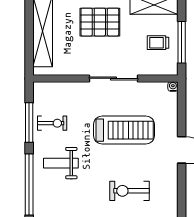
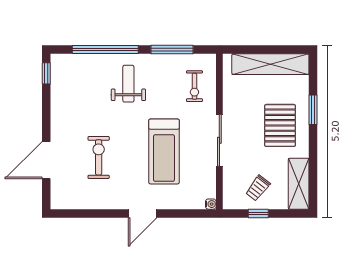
window: (182, 42) -> (258, 213), width x0.46
trolley: (158, 43) -> (258, 188), turned -142
exercise bike: (52, 123) -> (194, 86), moved

